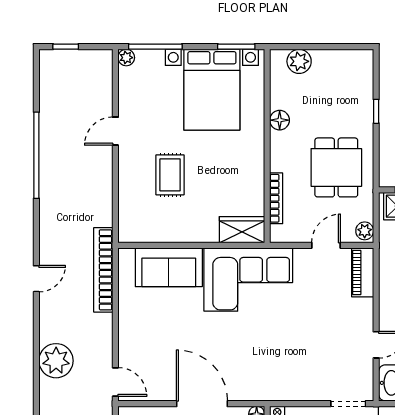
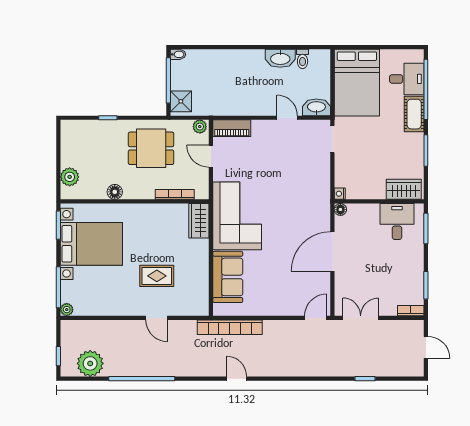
door: (115, 131) -> (157, 318), moved
plant: (56, 361) -> (90, 363), moved

